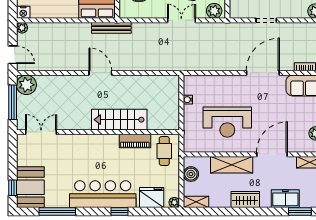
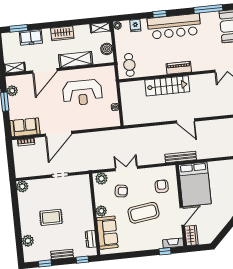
double door: (181, 20) -> (126, 168), swing flipped
reception desk: (227, 122) -> (82, 93), turned 180
piano: (135, 141) -> (179, 68), moved
fridge: (152, 197) -> (135, 26), width x0.53, depth x0.75

